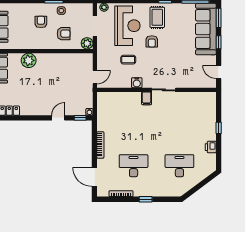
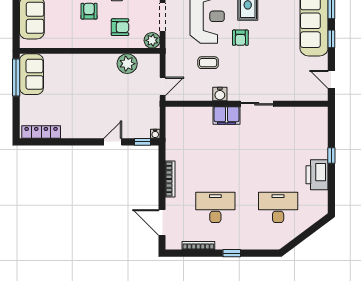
plant: (29, 60) -> (127, 64), moved
filing cabinet: (147, 98) -> (227, 115), width x2.00
printer: (211, 147) -> (317, 175), width x1.87, depth x1.48

